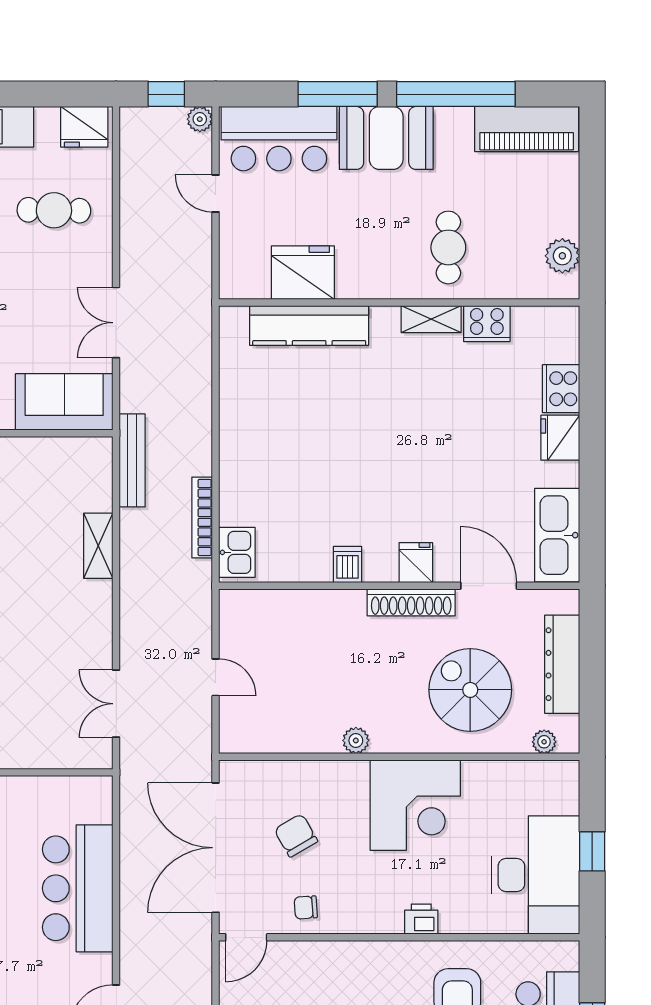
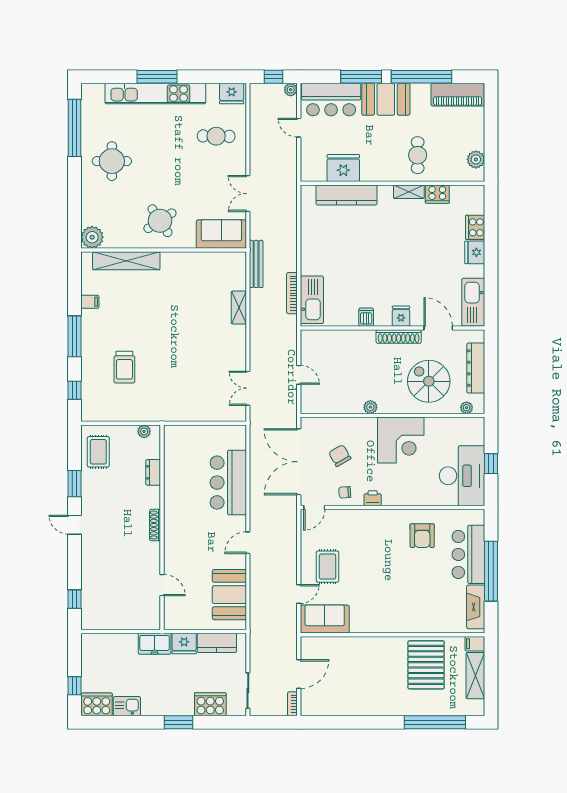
kitchen sink: (237, 552) -> (312, 300), width x1.88, depth x1.24
printer: (421, 919) -> (373, 498), moved

